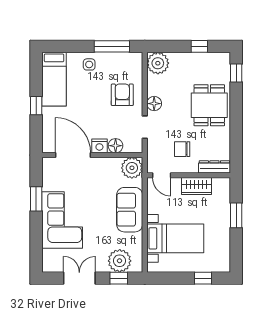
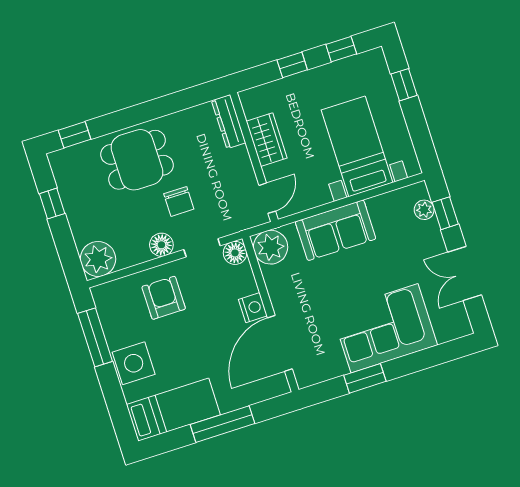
side table: (89, 64) -> (134, 363), width x1.87, depth x1.87
armchair: (122, 95) -> (164, 298), turned 90
window: (36, 106) -> (222, 424), width x2.17
floor lamp: (116, 146) -> (235, 253), moved
chair: (182, 149) -> (179, 201), moved
window: (236, 215) -> (292, 65), width x0.67
window: (236, 247) -> (341, 49), added
plant: (120, 261) -> (424, 210), width x0.53, depth x0.53

